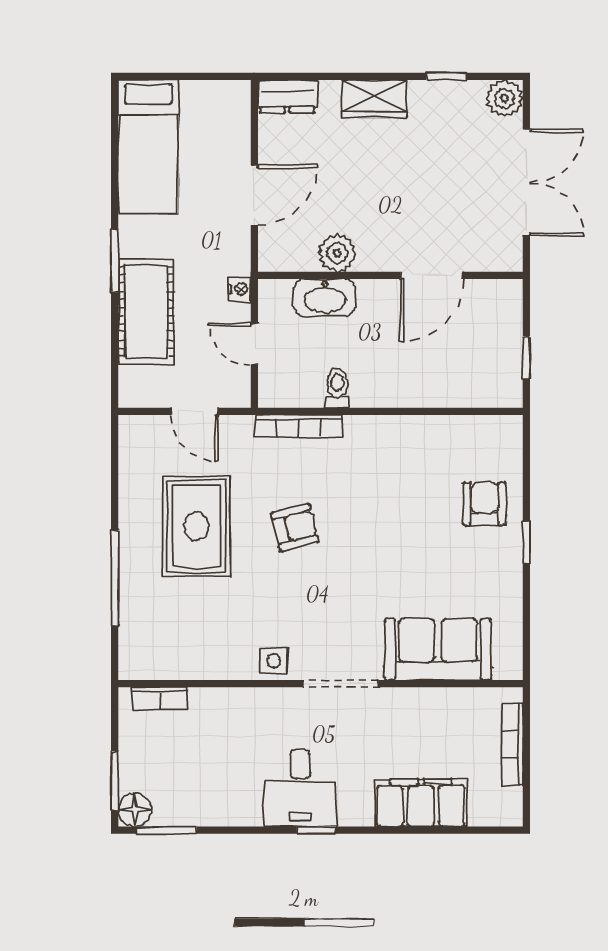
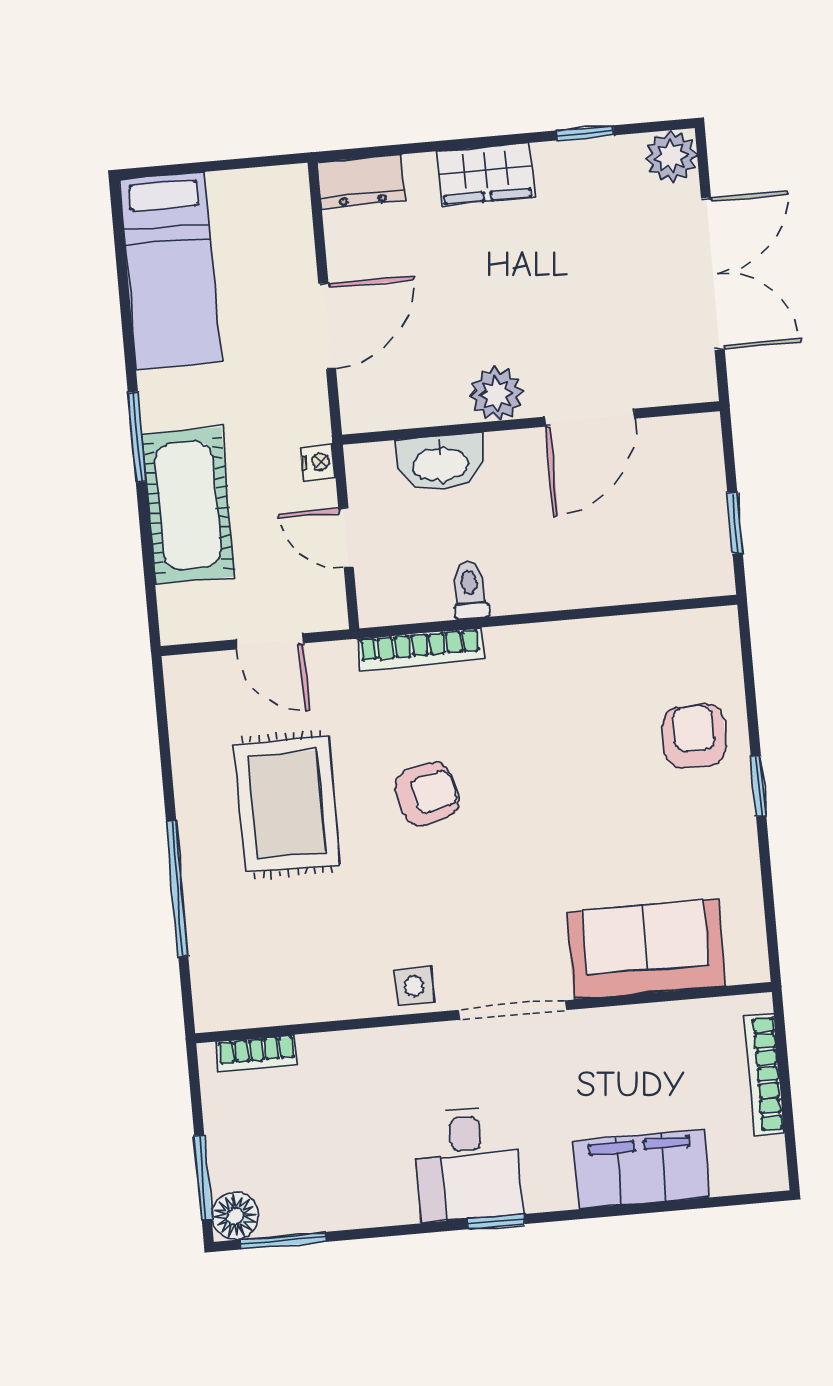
plant: (337, 253) -> (497, 394), moved

